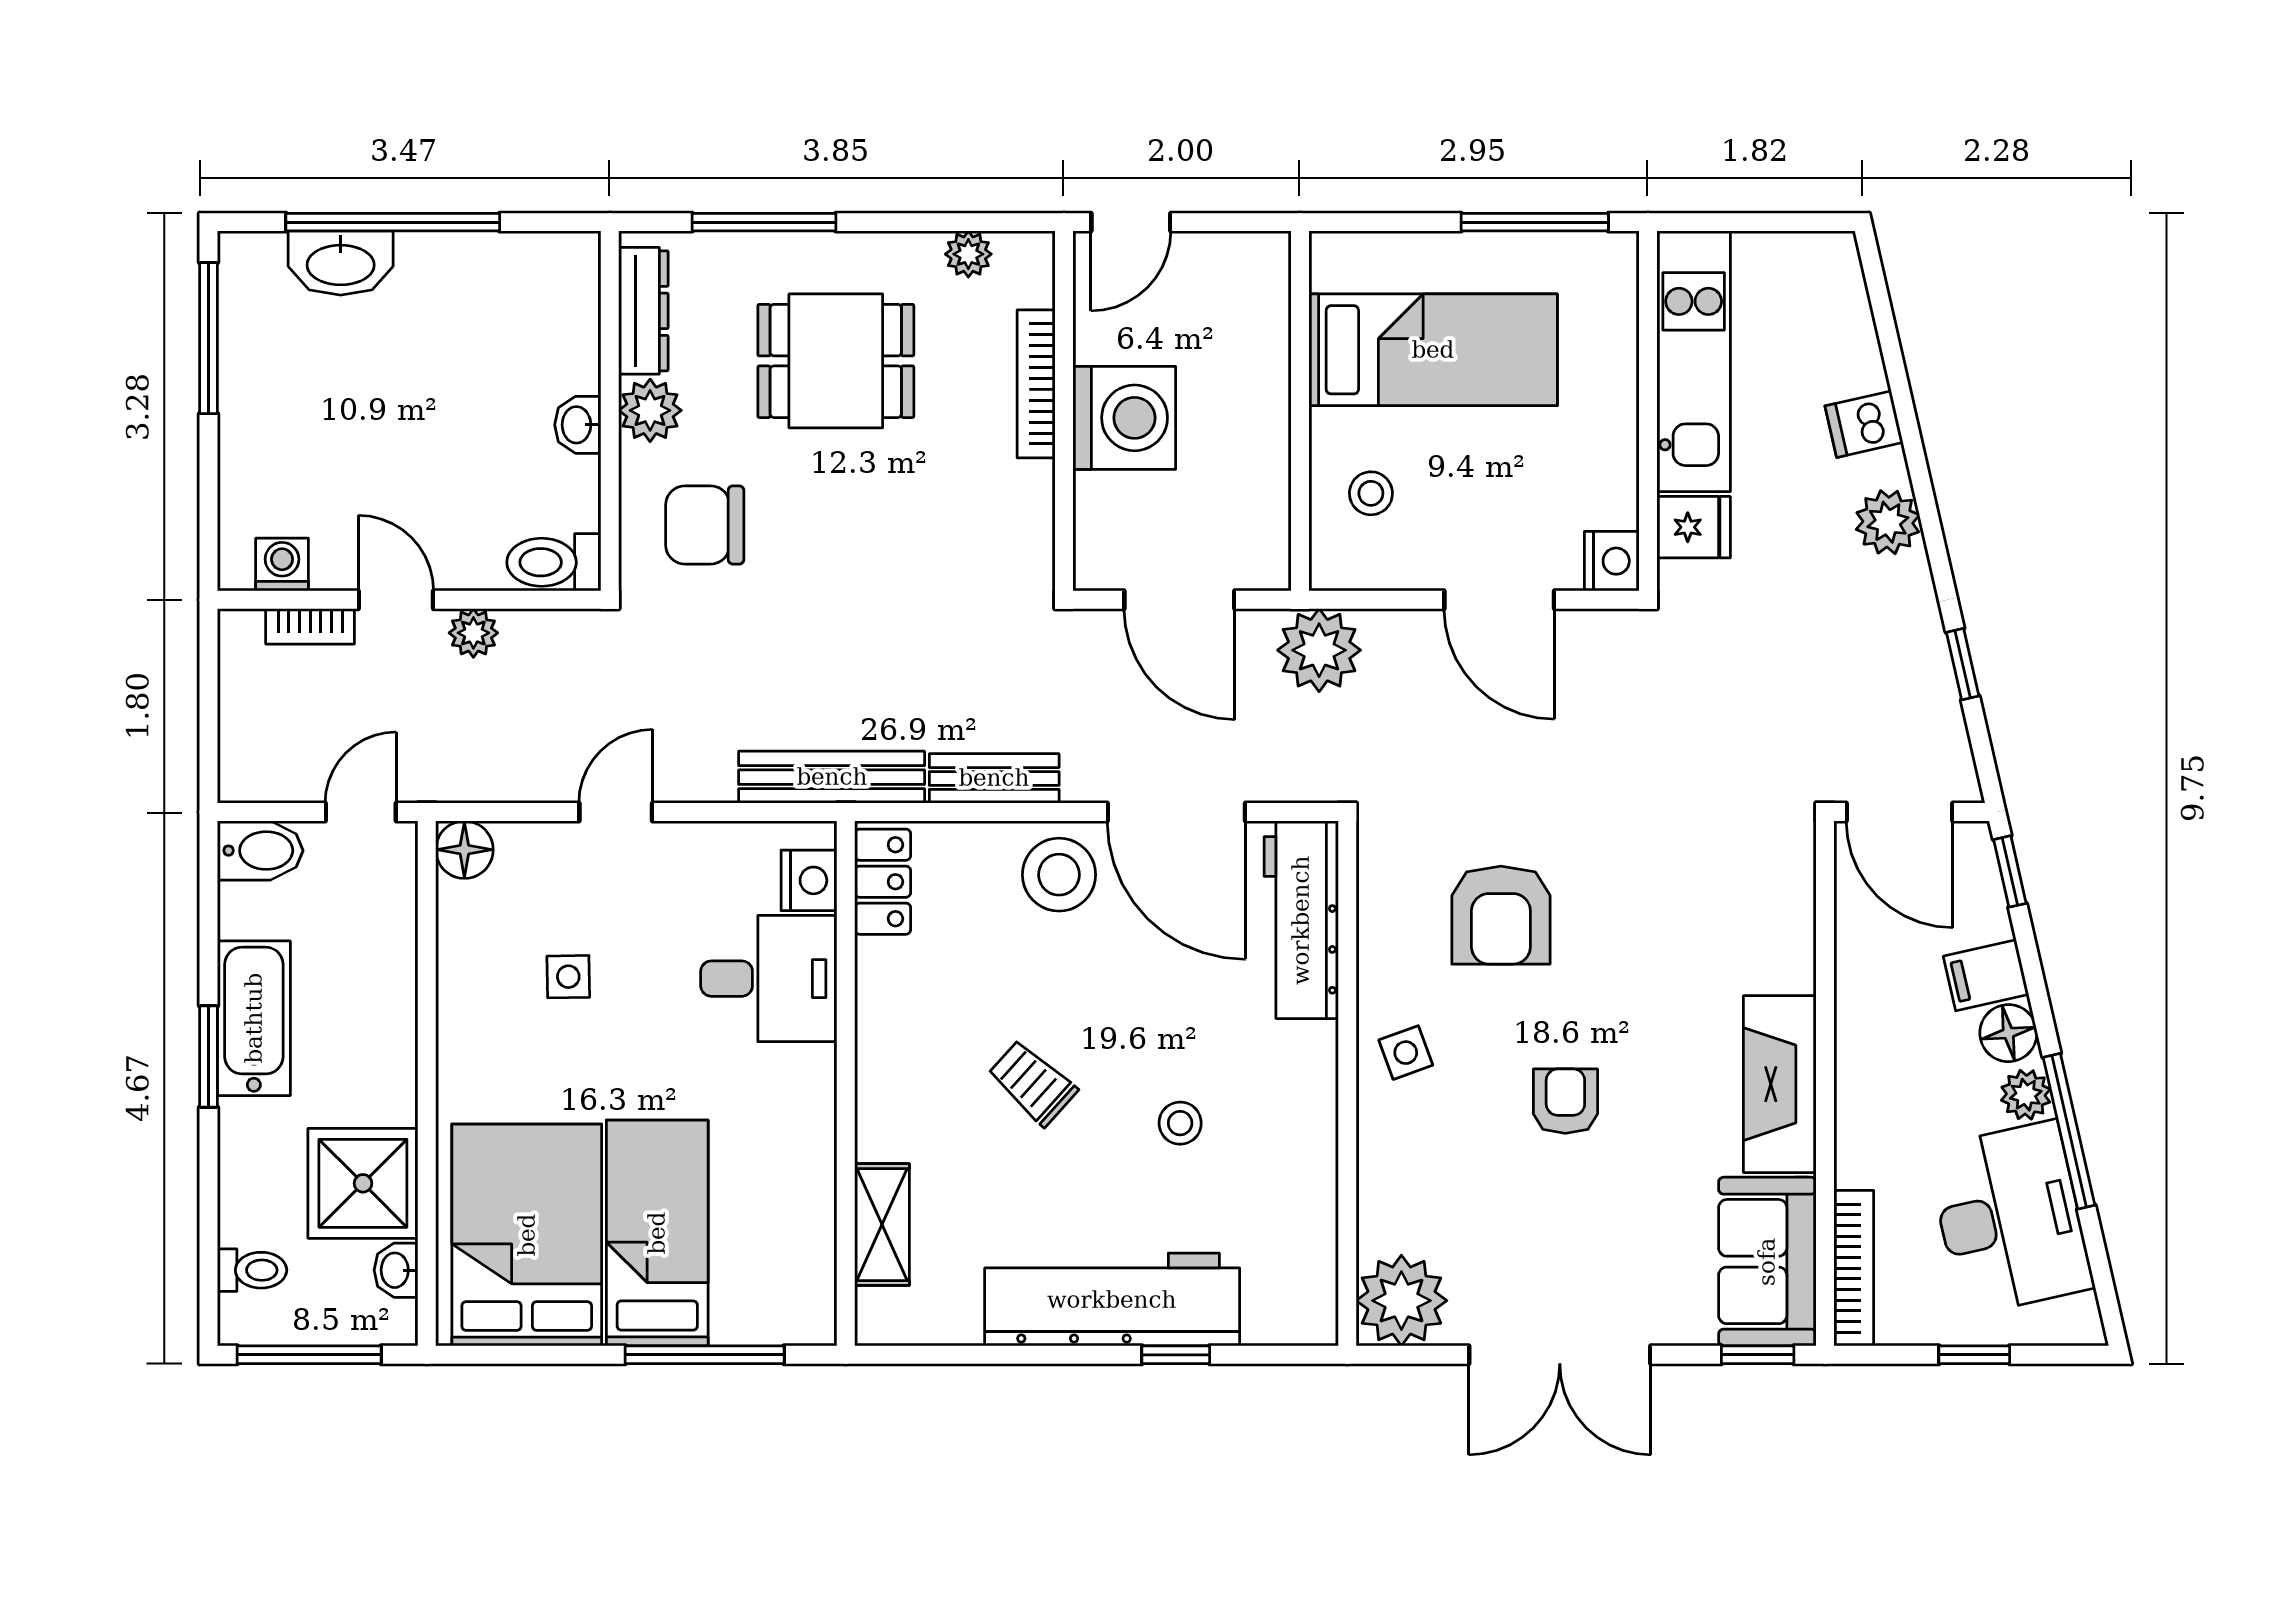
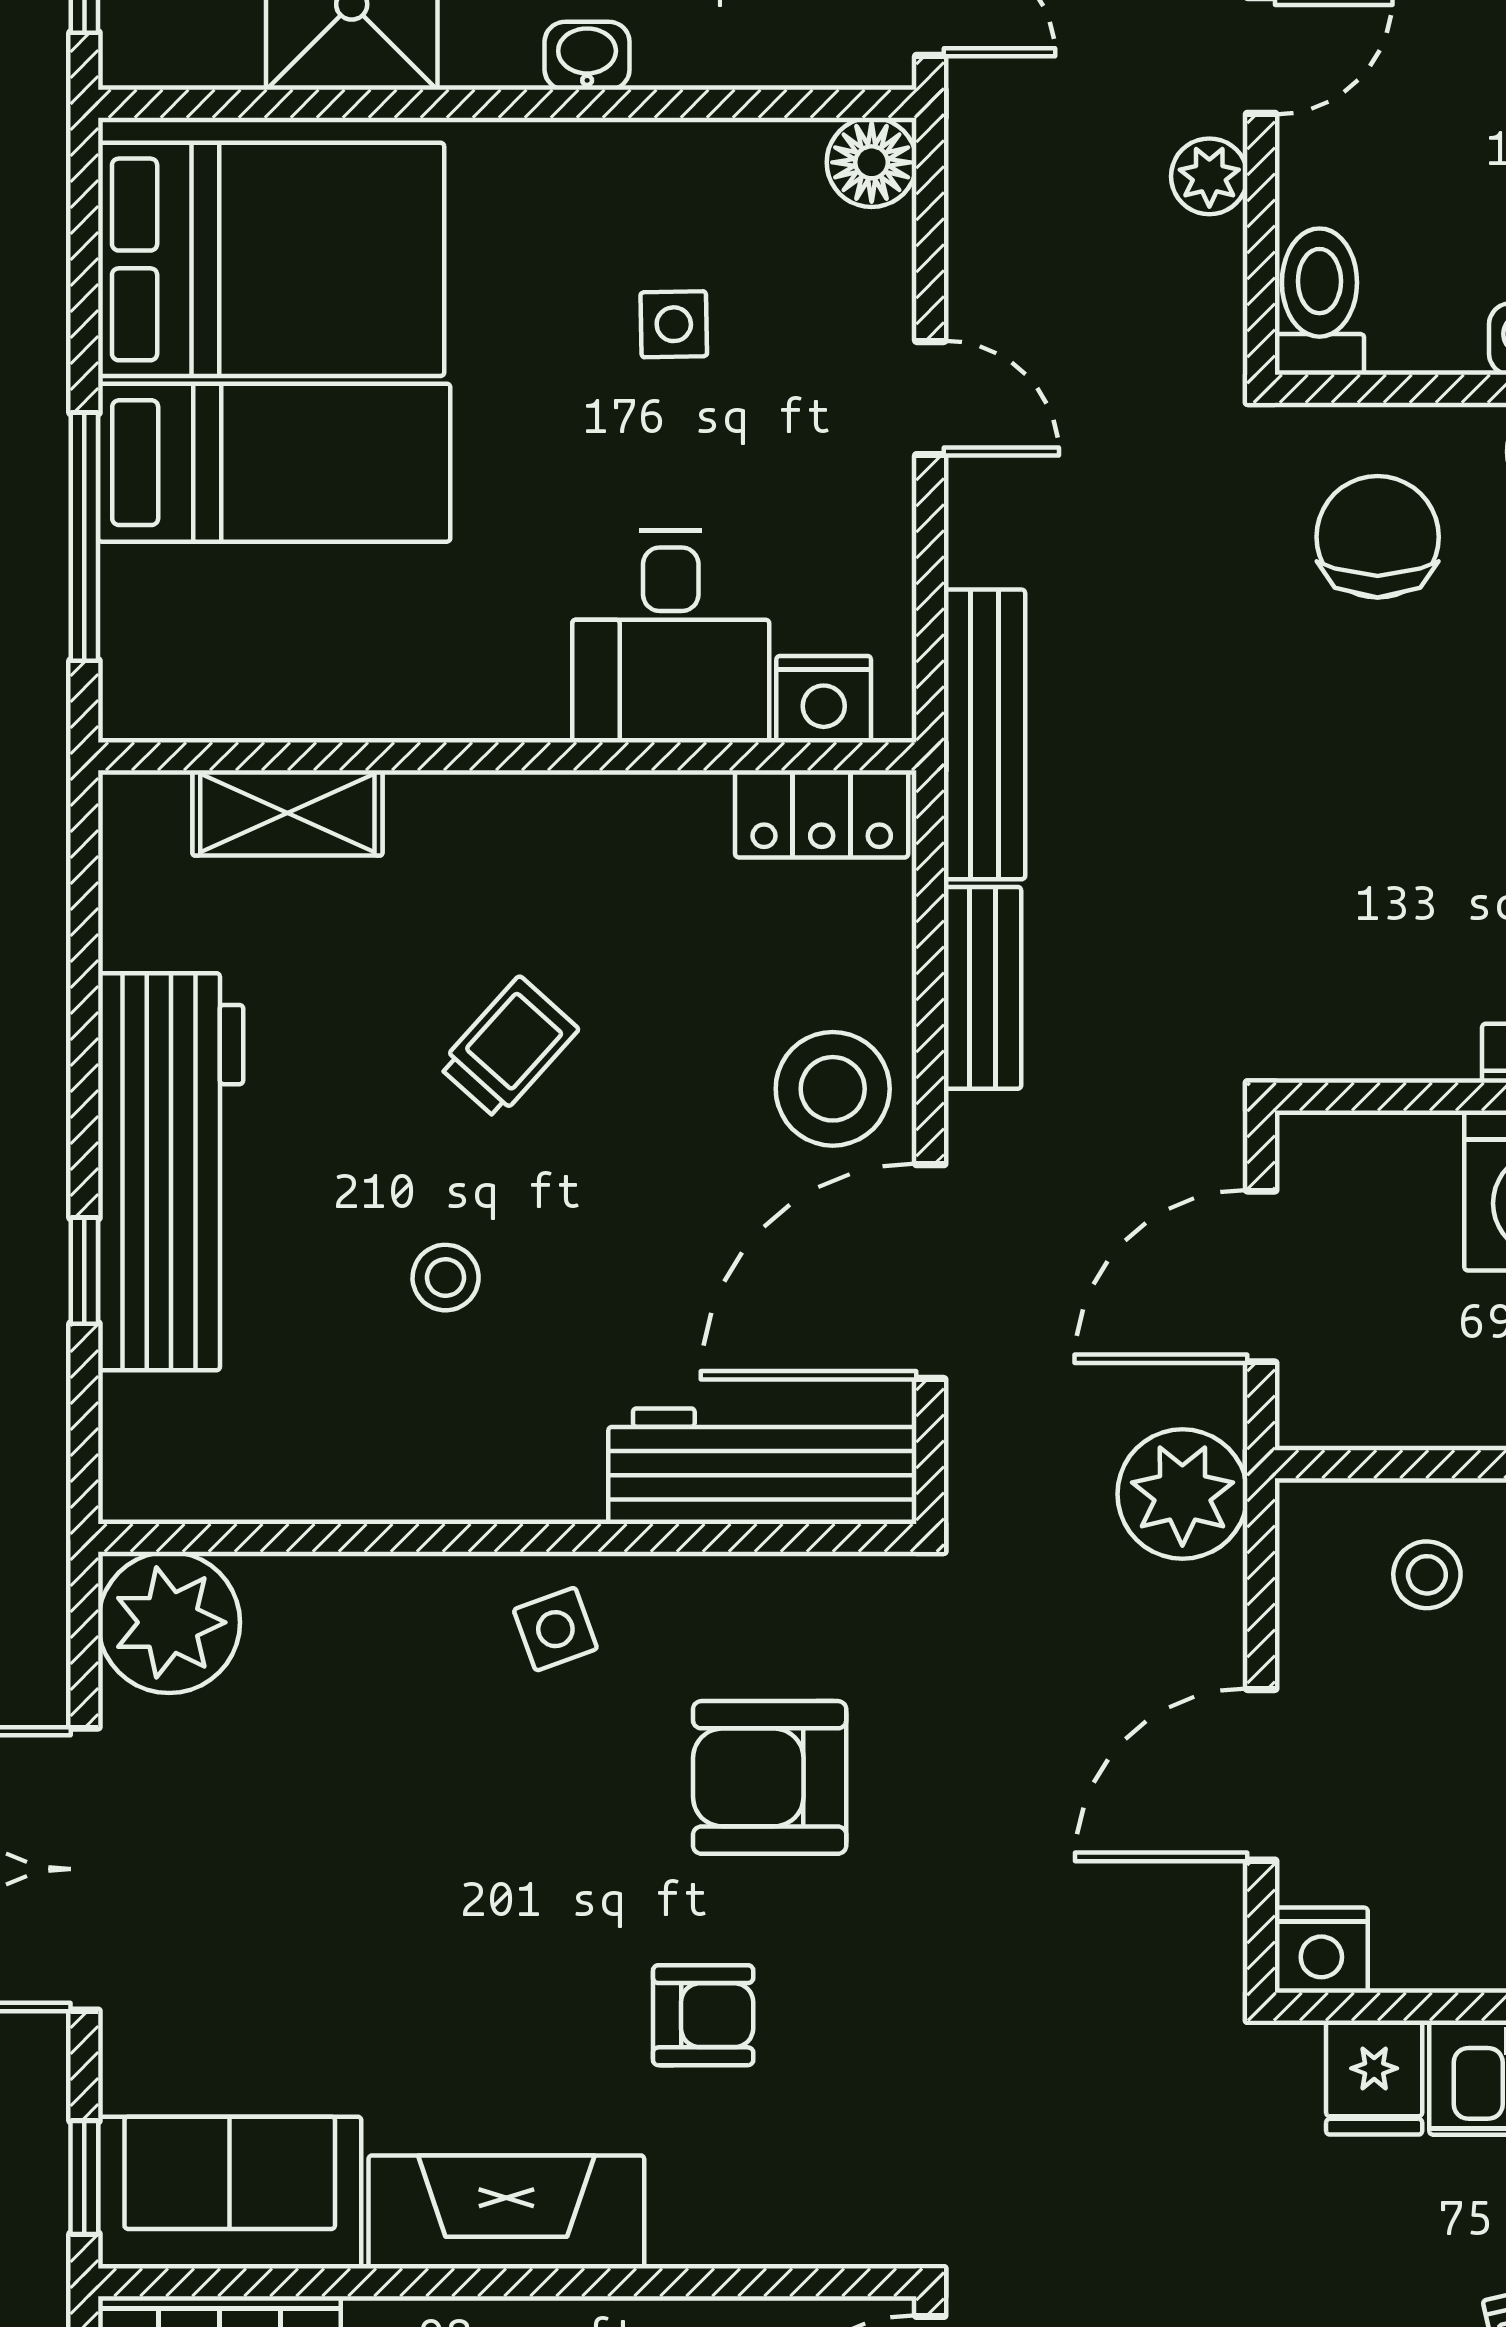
armchair: (1565, 1101) -> (703, 2015), moved
washbasin: (396, 1270) -> (587, 56), moved

